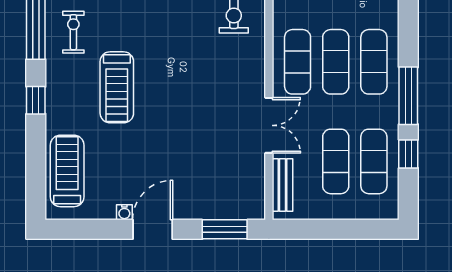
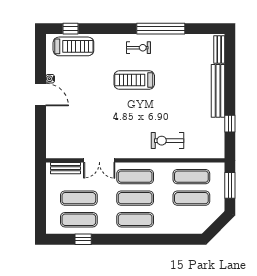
exercise bike: (73, 32) -> (138, 48), moved
treadmill: (117, 87) -> (134, 80), moved
window: (408, 96) -> (116, 239), removed
window: (36, 100) -> (71, 29), moved
window: (225, 229) -> (40, 135), removed

